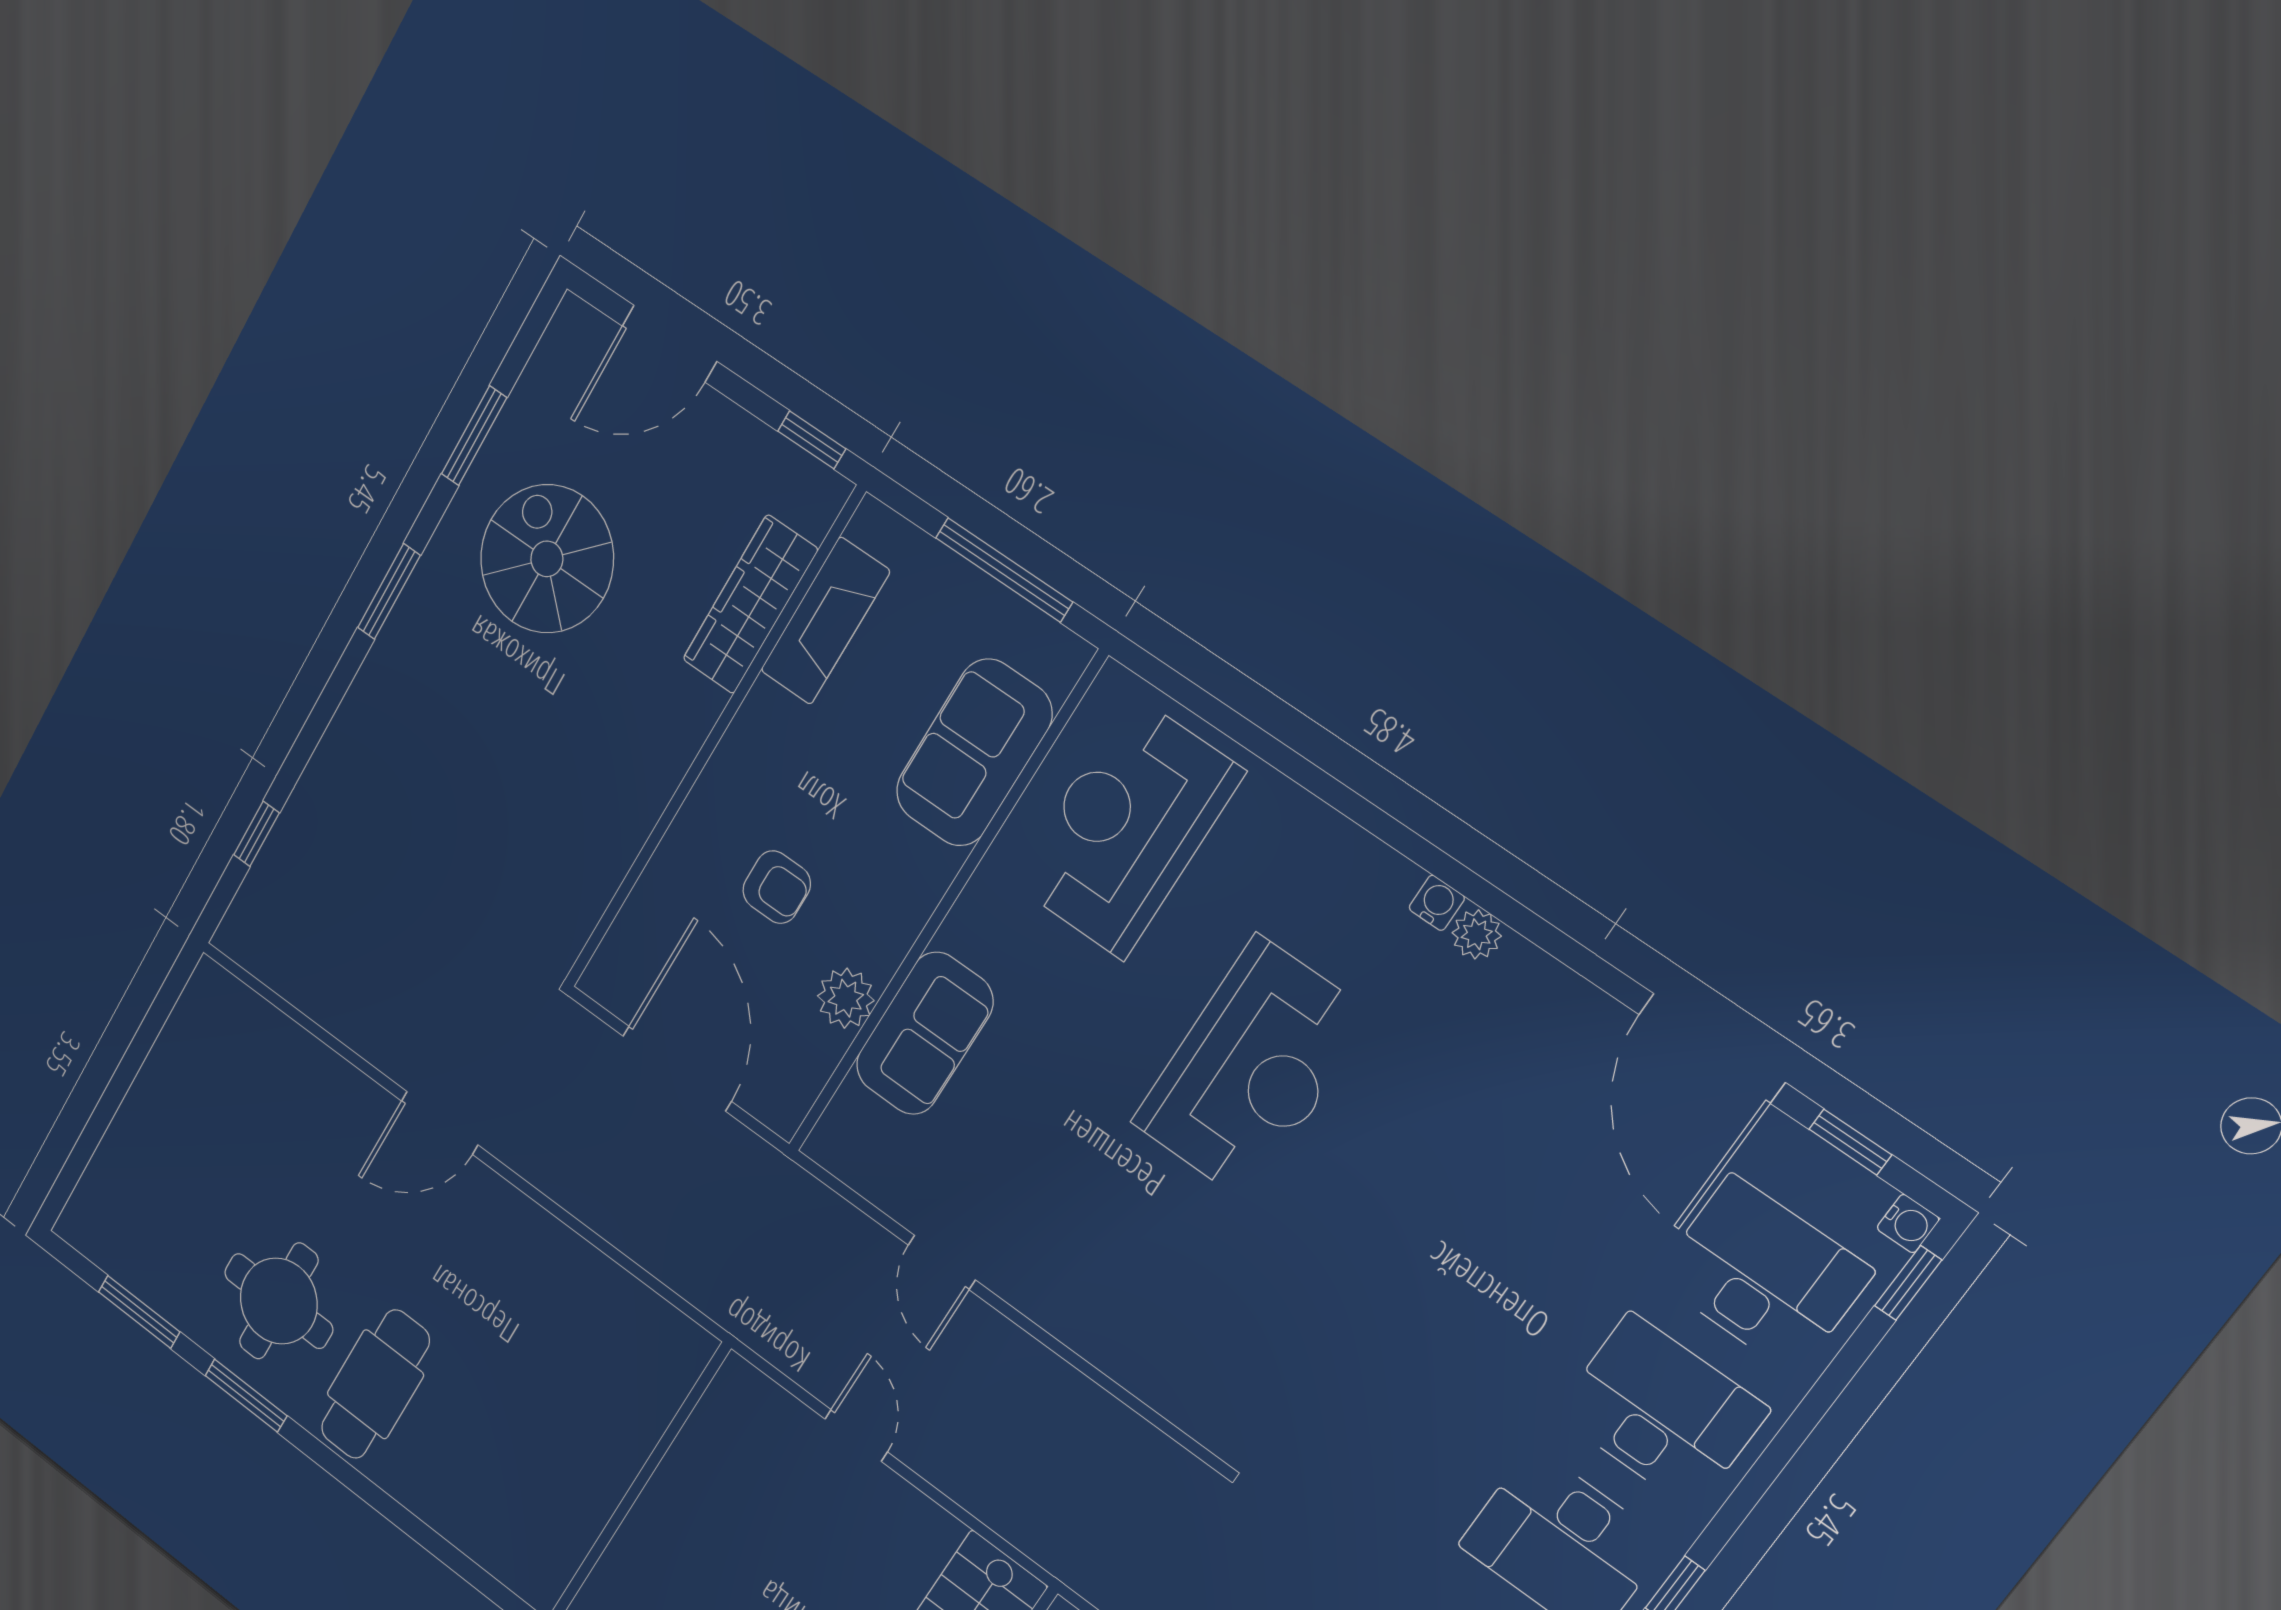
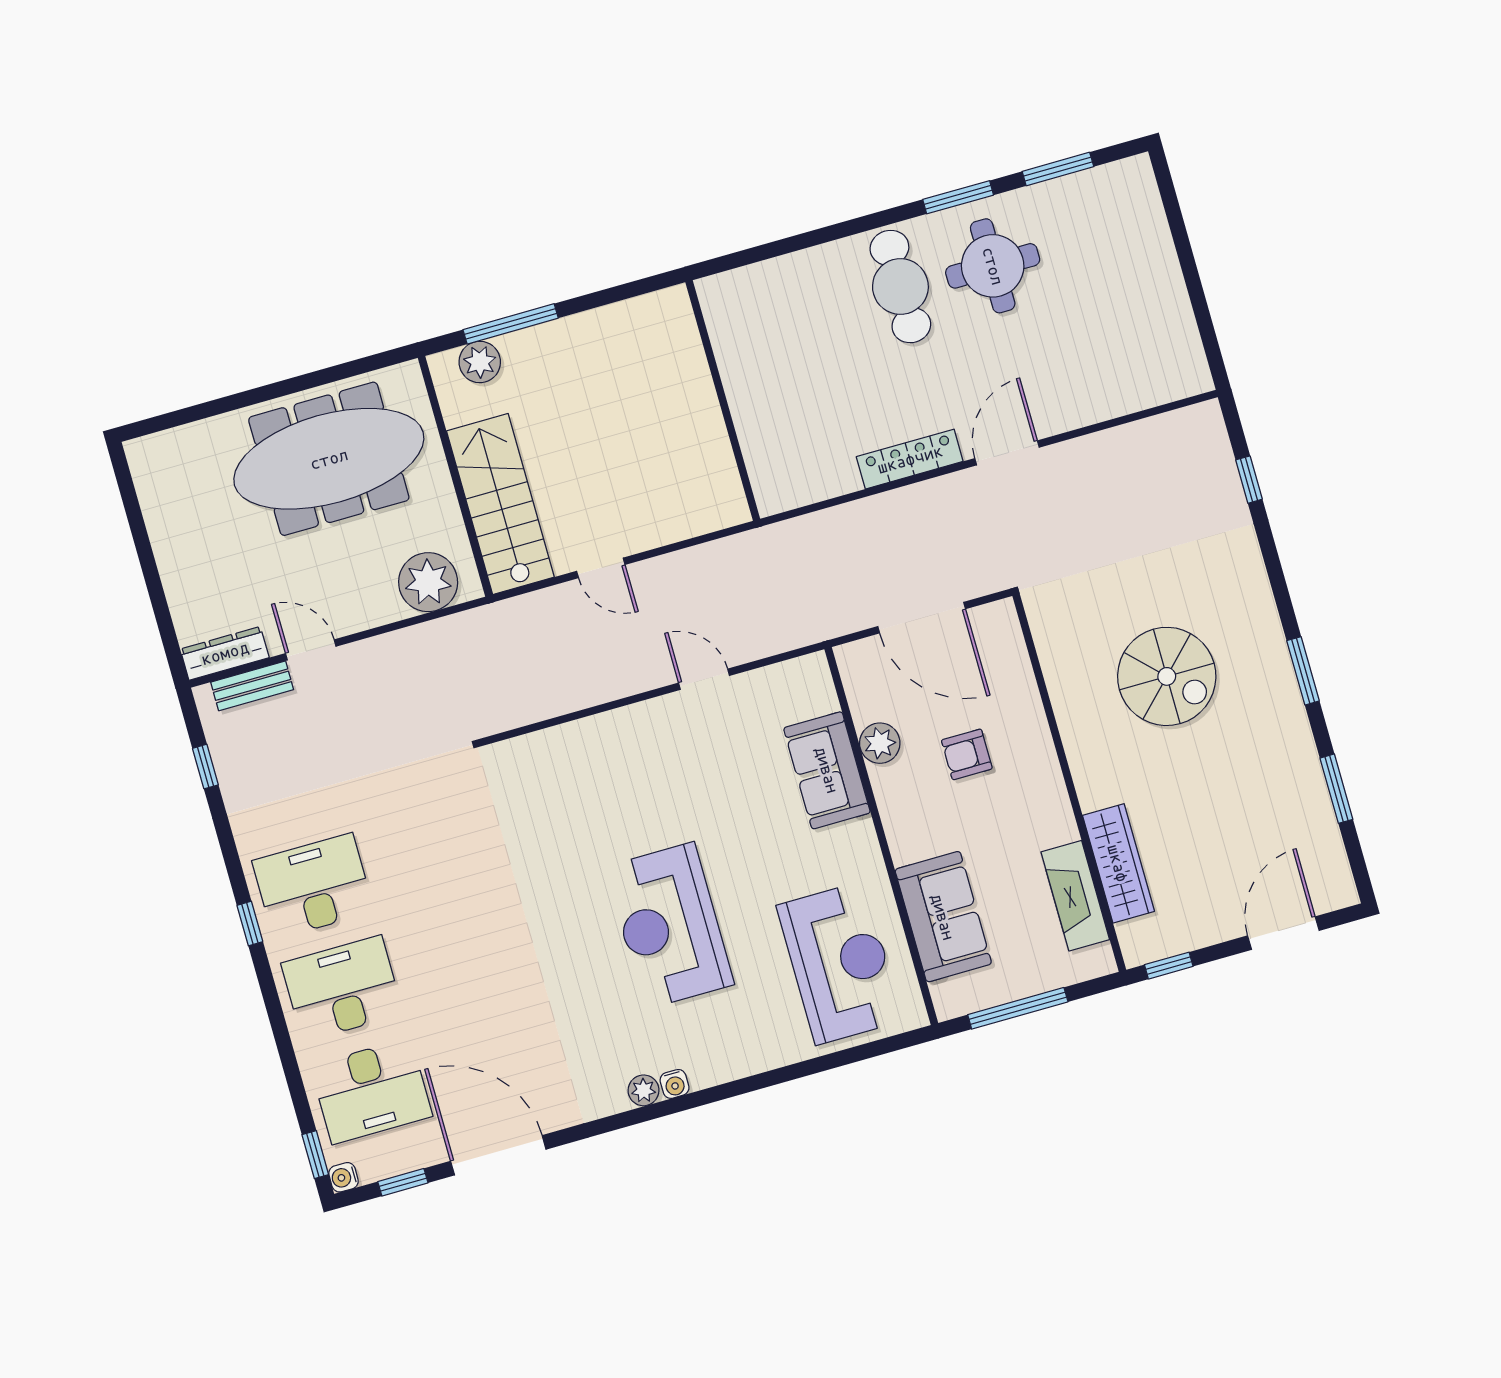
spiral stairs: (547, 559) -> (1167, 676), moved
locker: (530, 1226) -> (910, 459), added
desk: (1662, 1412) -> (342, 989), turned 180
door: (856, 1435) -> (601, 568), moved

